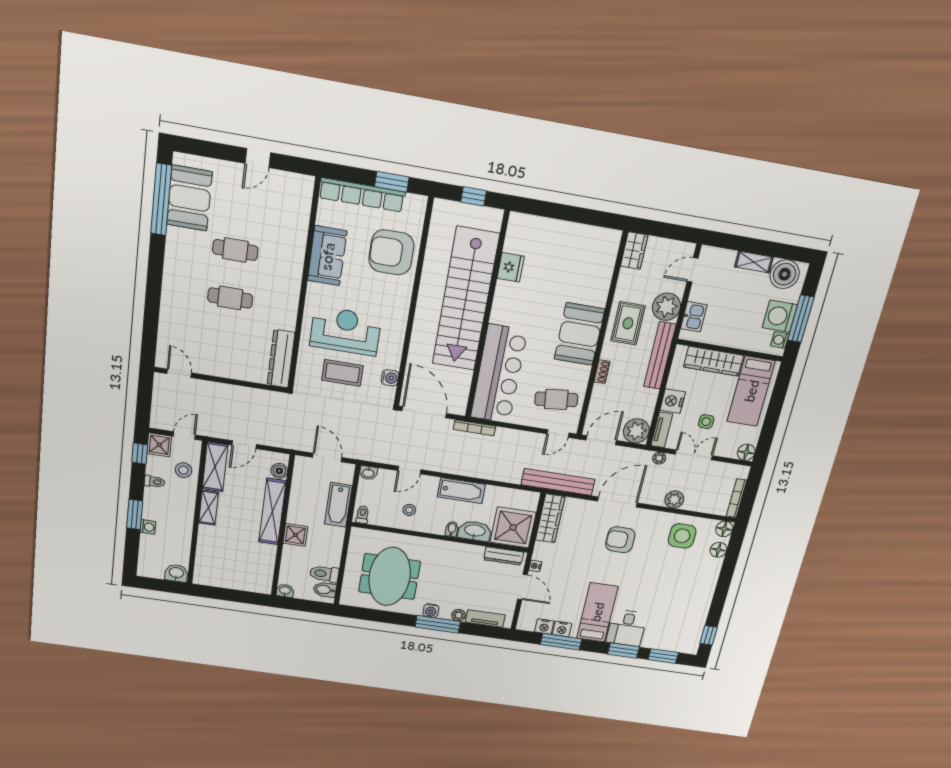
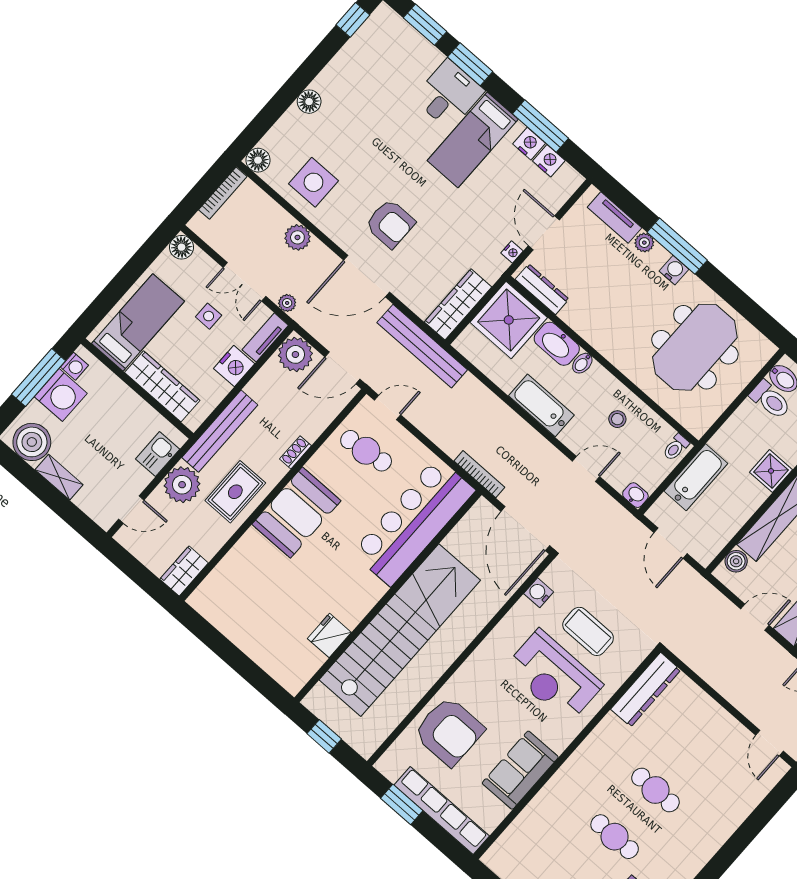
floor lamp: (718, 550) -> (309, 102), moved

